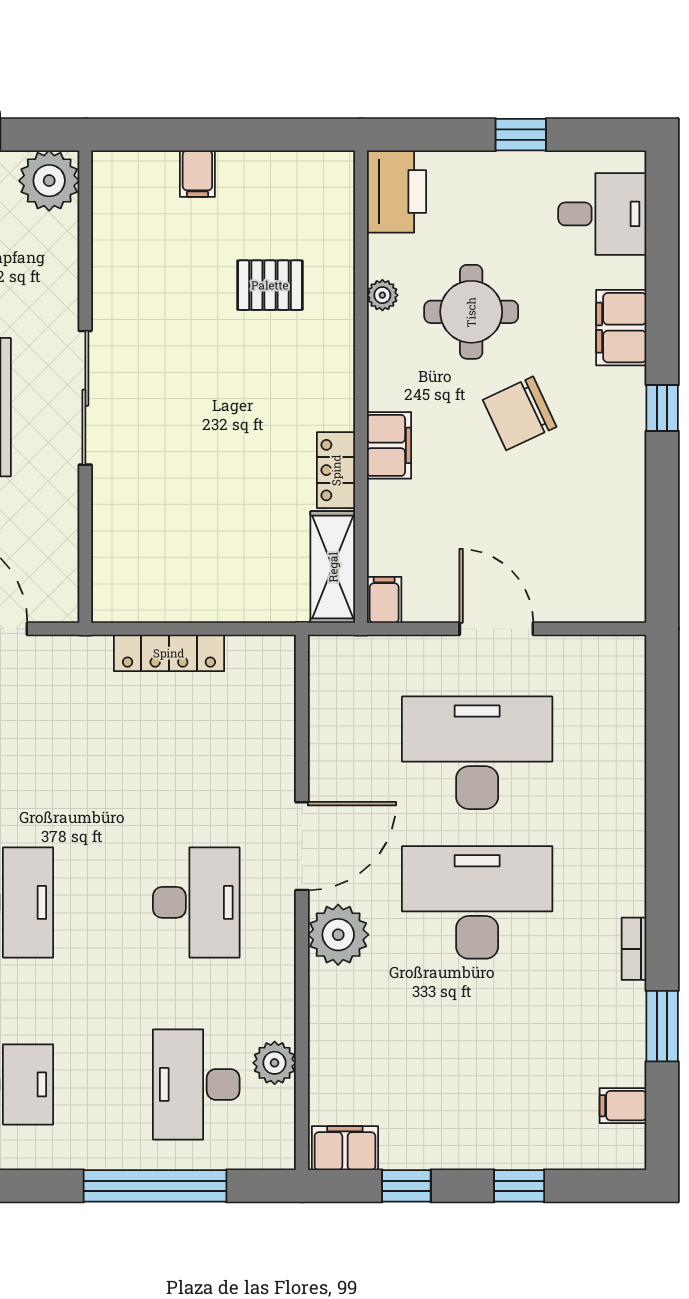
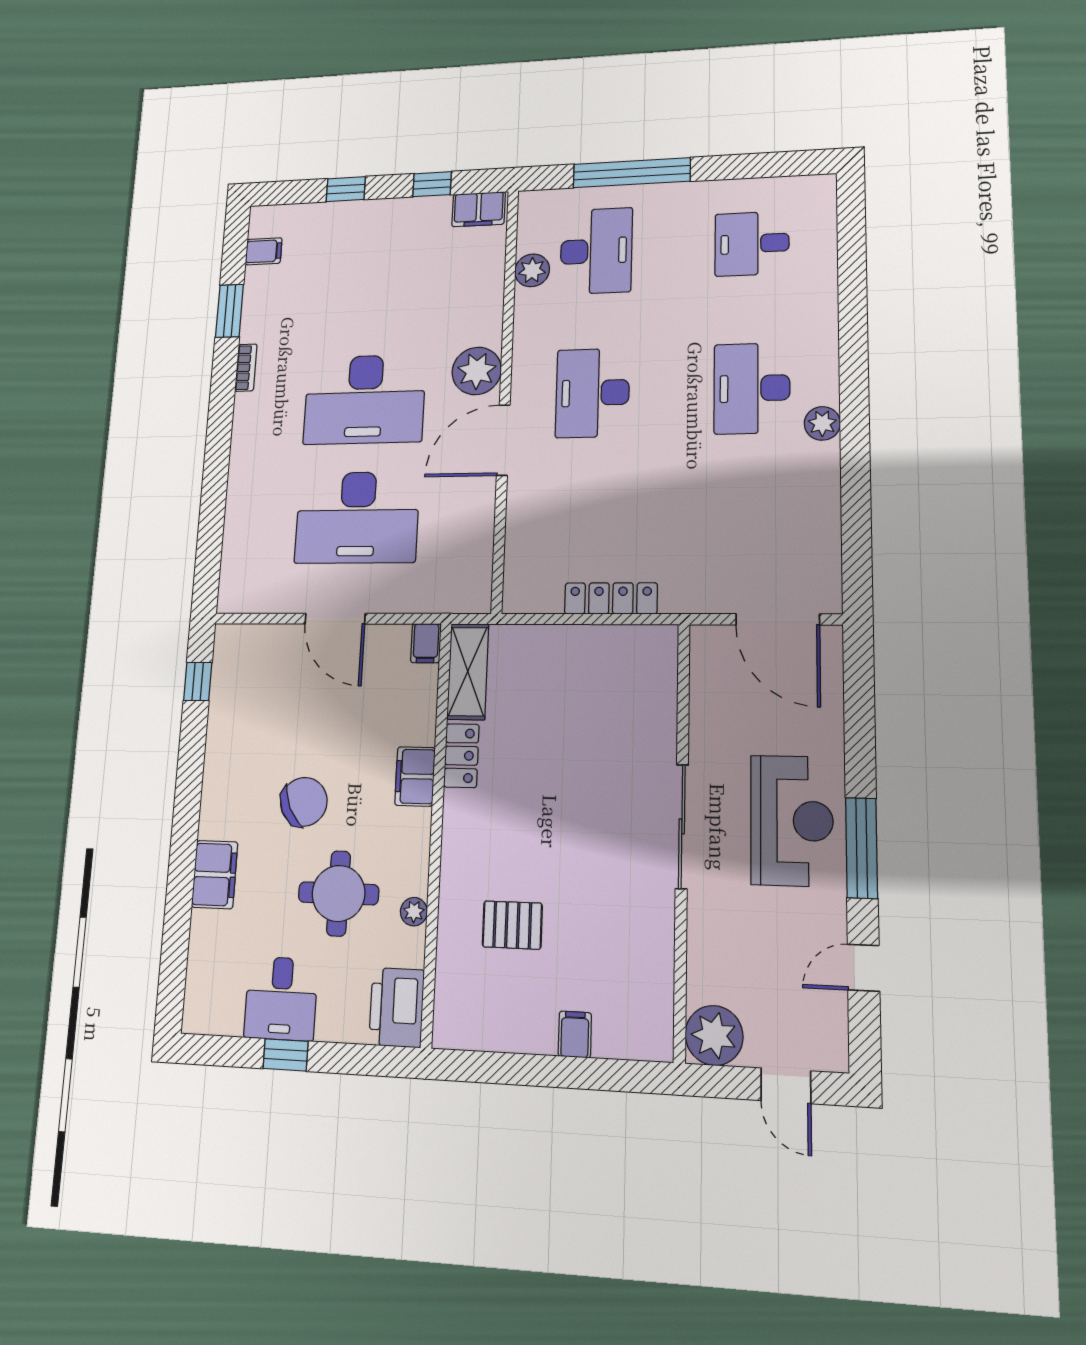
desk: (602, 214) -> (281, 998), moved, turned -90
window: (662, 408) -> (198, 681), moved

